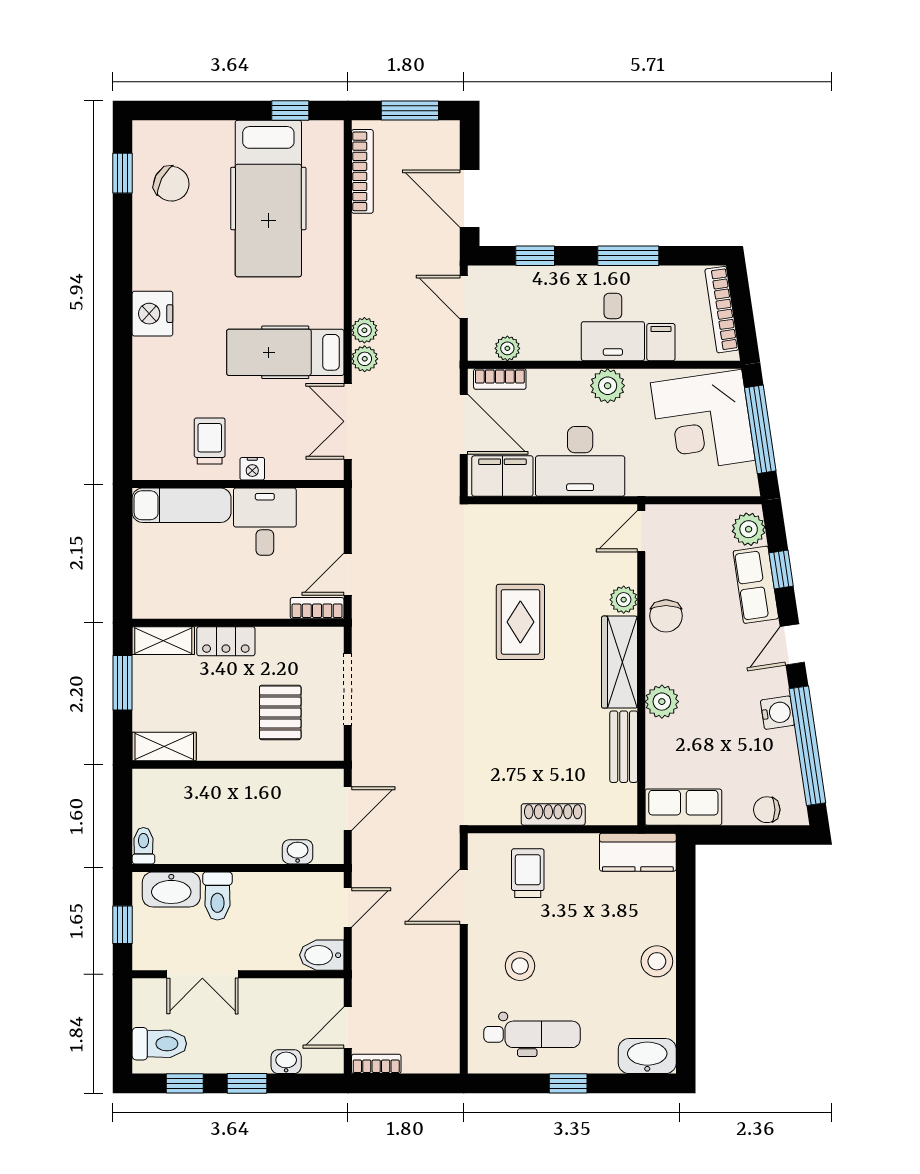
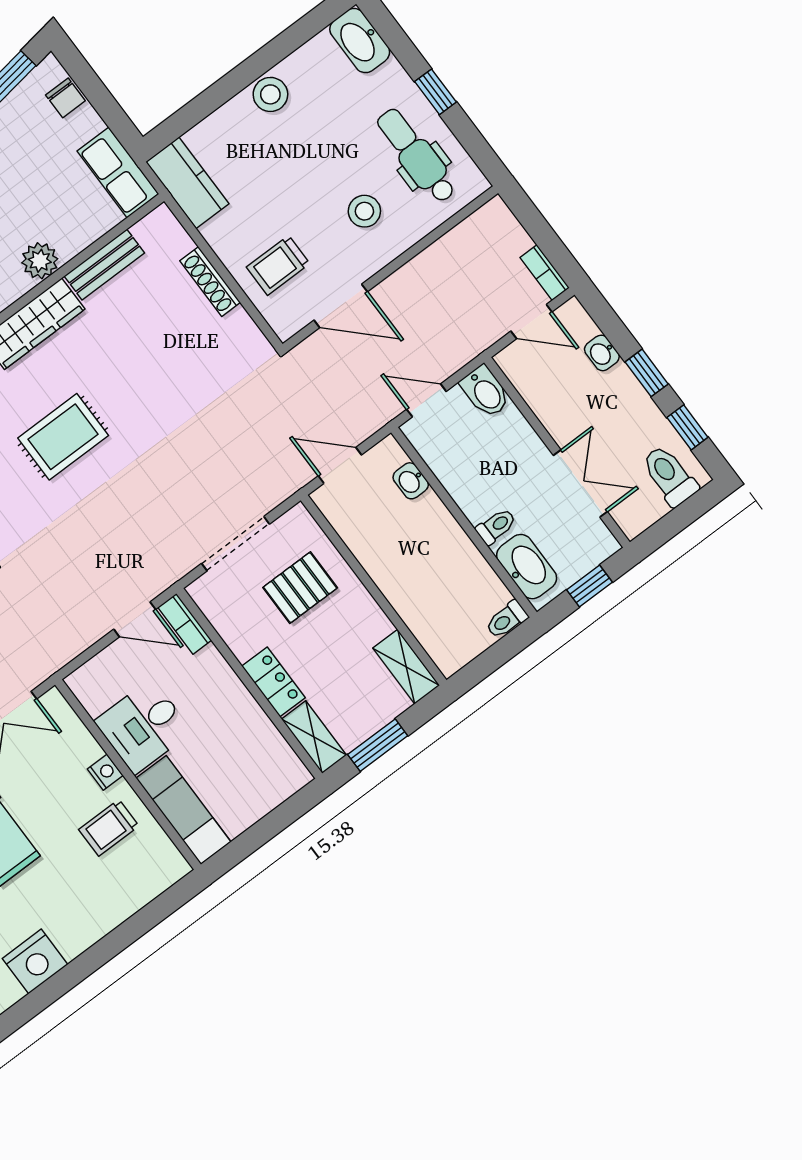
toilet: (217, 896) -> (496, 526), width x0.73, depth x0.72

